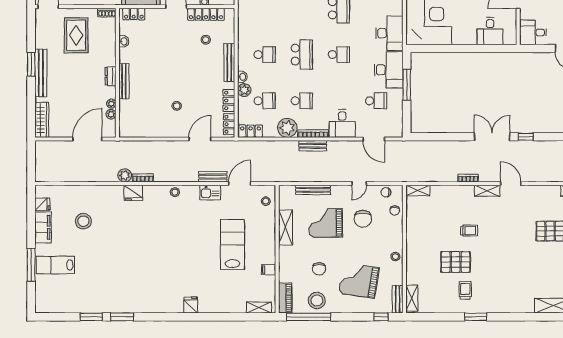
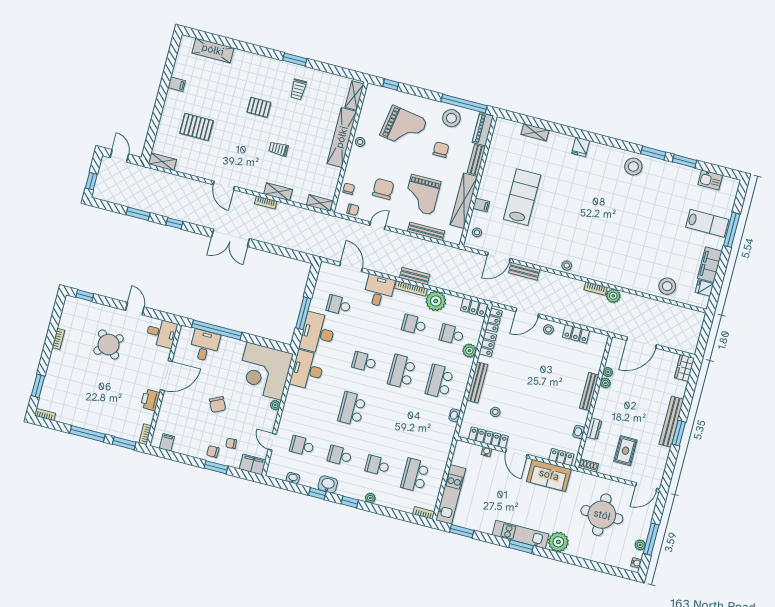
rug: (76, 35) -> (625, 451), width x0.73, depth x0.70
window: (483, 48) -> (217, 330), added
school desk: (265, 55) -> (439, 381), width x1.85
dresser: (111, 76) -> (594, 429), moved
washbasin: (242, 77) -> (455, 415), moved
stool: (177, 106) -> (548, 329), moved
plant: (111, 114) -> (605, 383), moved
wardrobe: (42, 120) -> (684, 368), width x0.67
locker: (150, 131) -> (576, 334), added
window: (526, 137) -> (174, 223), moved
shelving: (487, 191) -> (278, 192), moved
kitchen sink: (210, 192) -> (710, 180), moved, turned 180
fridge: (133, 193) -> (609, 276), removed
stool: (83, 221) -> (667, 286), moved
grand piano: (326, 223) -> (422, 195), turned 90
shelving: (286, 227) -> (464, 201), width x1.47
lab bench: (232, 245) -> (522, 197), turned 180
shelving: (413, 256) -> (342, 137), added
pallet: (456, 262) -> (259, 107), moved, width x0.67, depth x0.71
filing cabinet: (269, 270) -> (481, 205), moved
bench: (398, 299) -> (476, 160), moved
stool: (137, 300) -> (633, 167), added
shelving: (259, 308) -> (535, 132), moved

